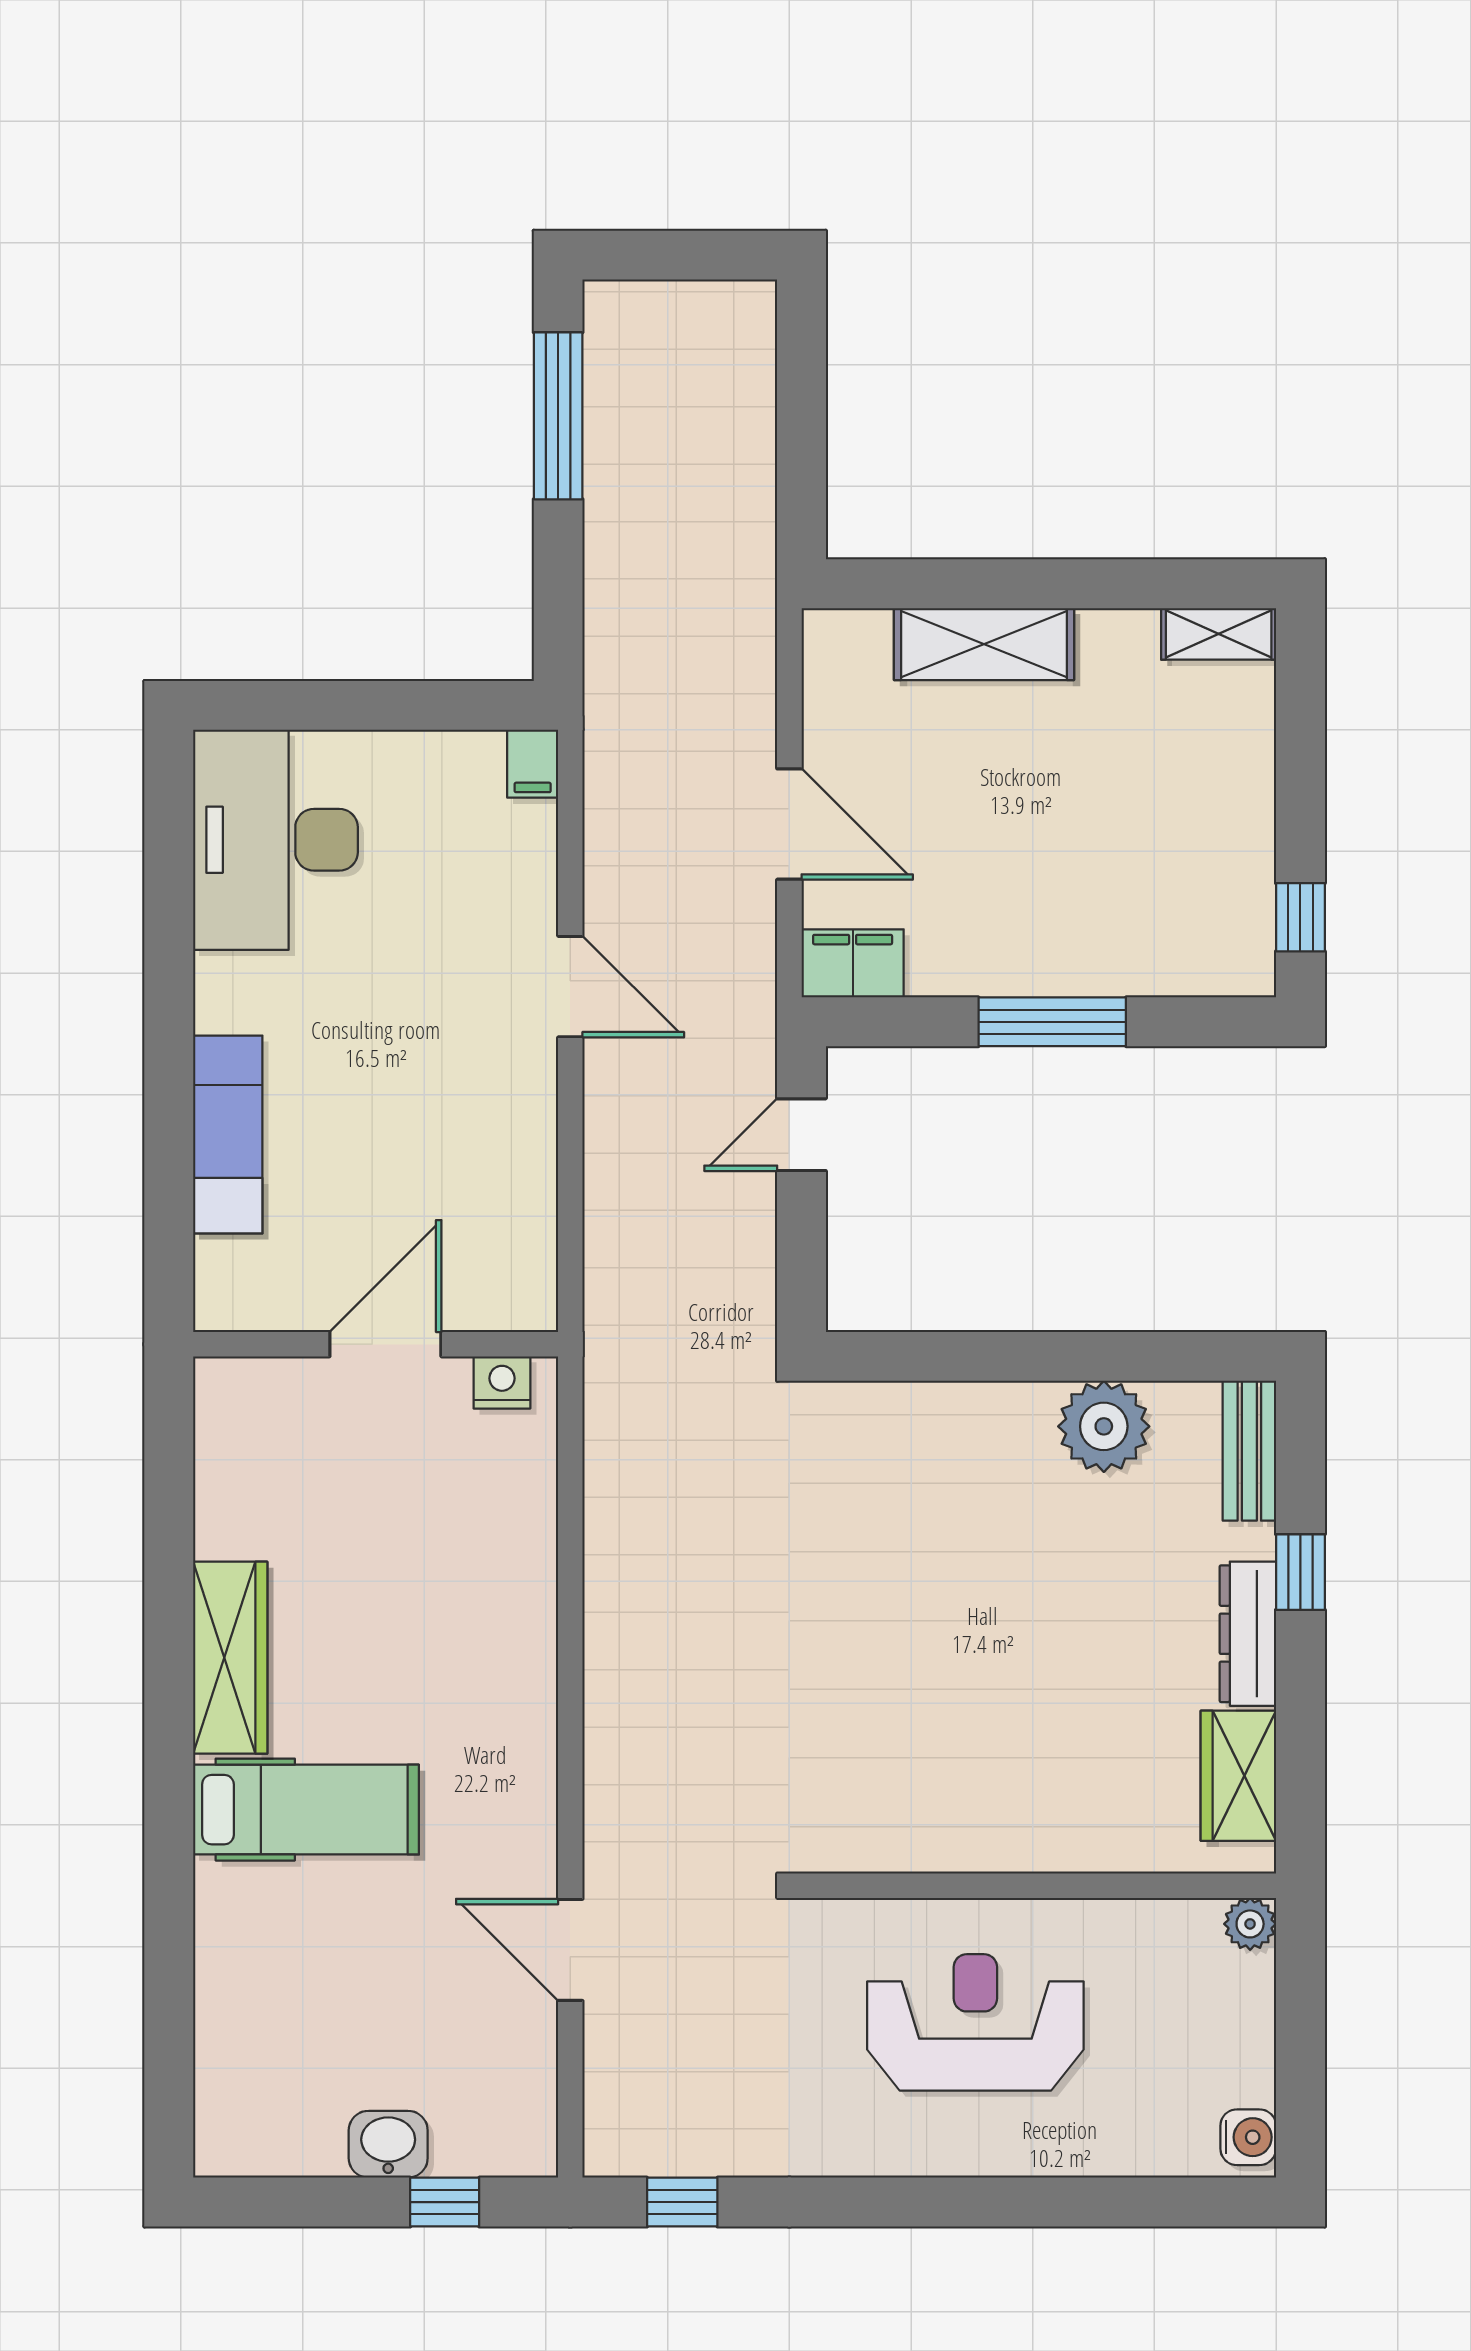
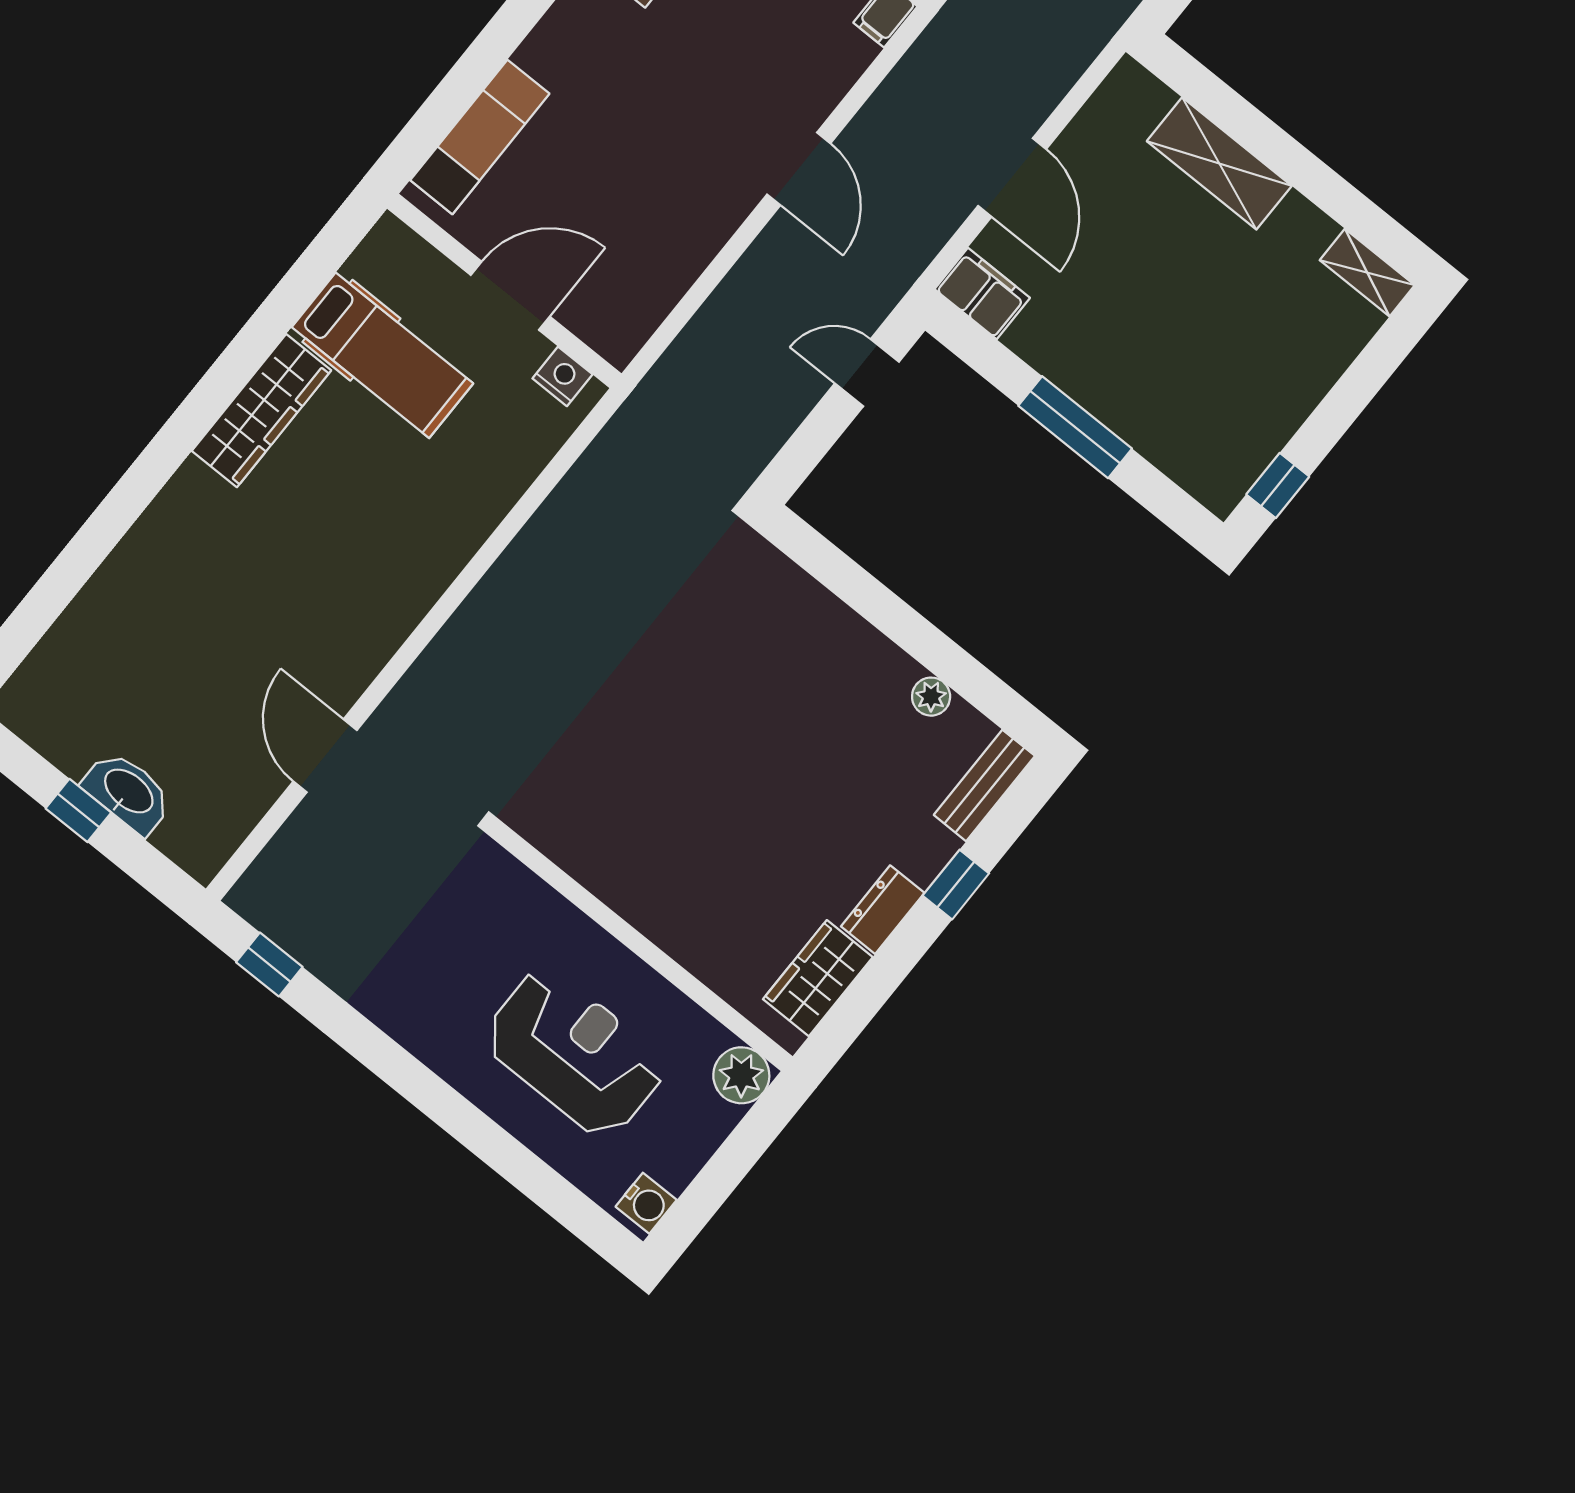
exam couch: (228, 1134) -> (480, 137), moved
plant: (1104, 1426) -> (931, 697), width x0.53, depth x0.53
dresser: (1248, 1634) -> (883, 910), width x0.70
hospital bed: (306, 1810) -> (382, 355), moved
plant: (1250, 1924) -> (741, 1075), width x1.38, depth x1.38
reception desk: (975, 2022) -> (575, 1053), moved
washbasin: (388, 2144) -> (128, 792), width x1.38
window: (445, 2202) -> (78, 810), moved

